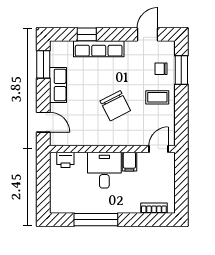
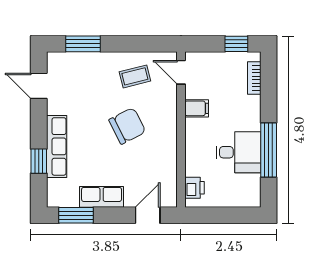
chair: (161, 69) -> (81, 69), removed
coffee table: (157, 97) -> (135, 76), moved, turned 76
desk: (104, 170) -> (238, 152), moved, turned 180
window: (181, 194) -> (236, 44), added

